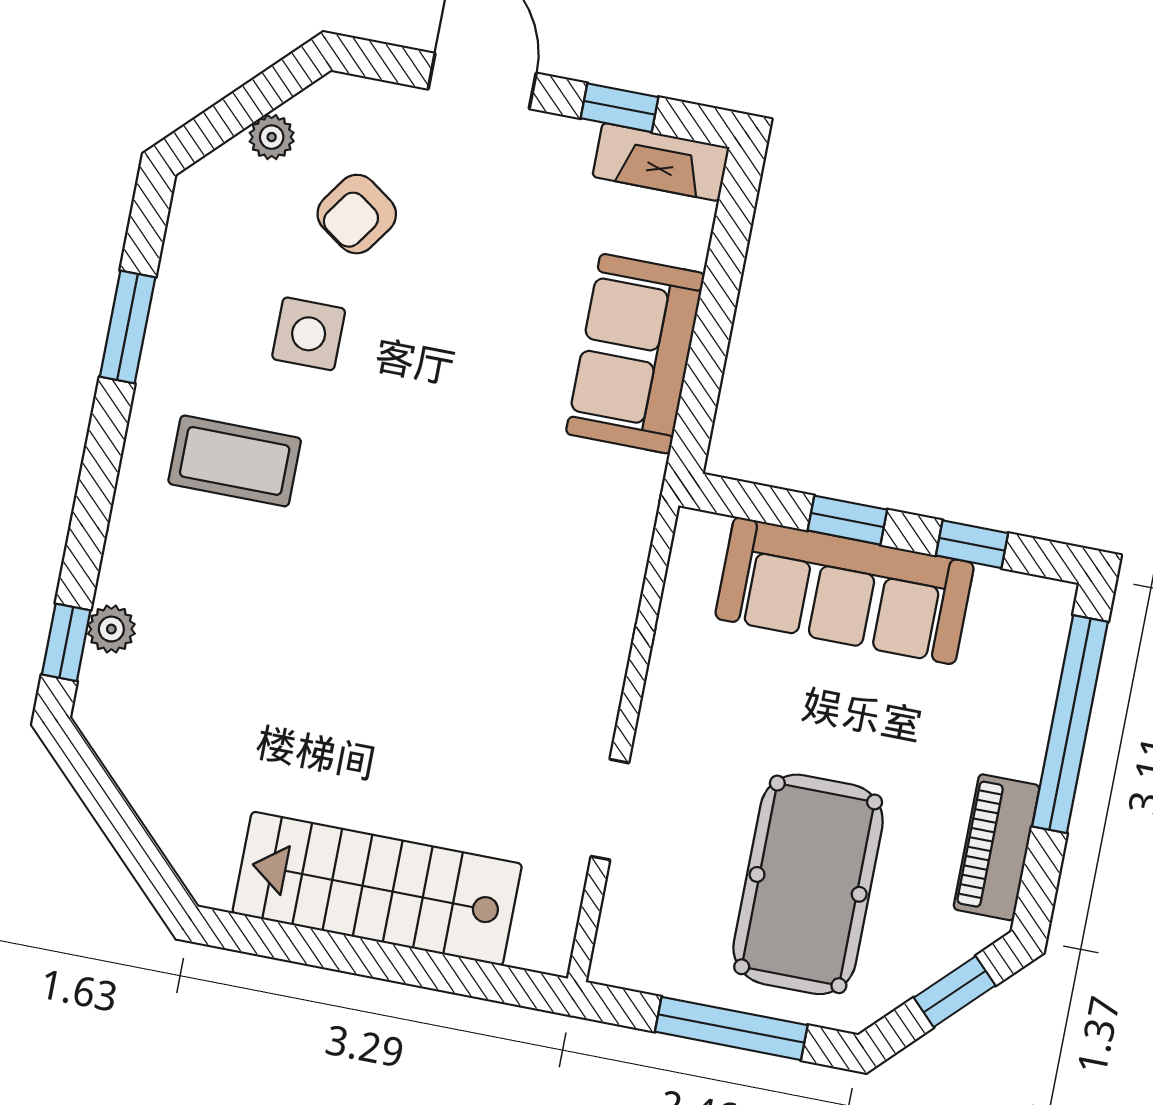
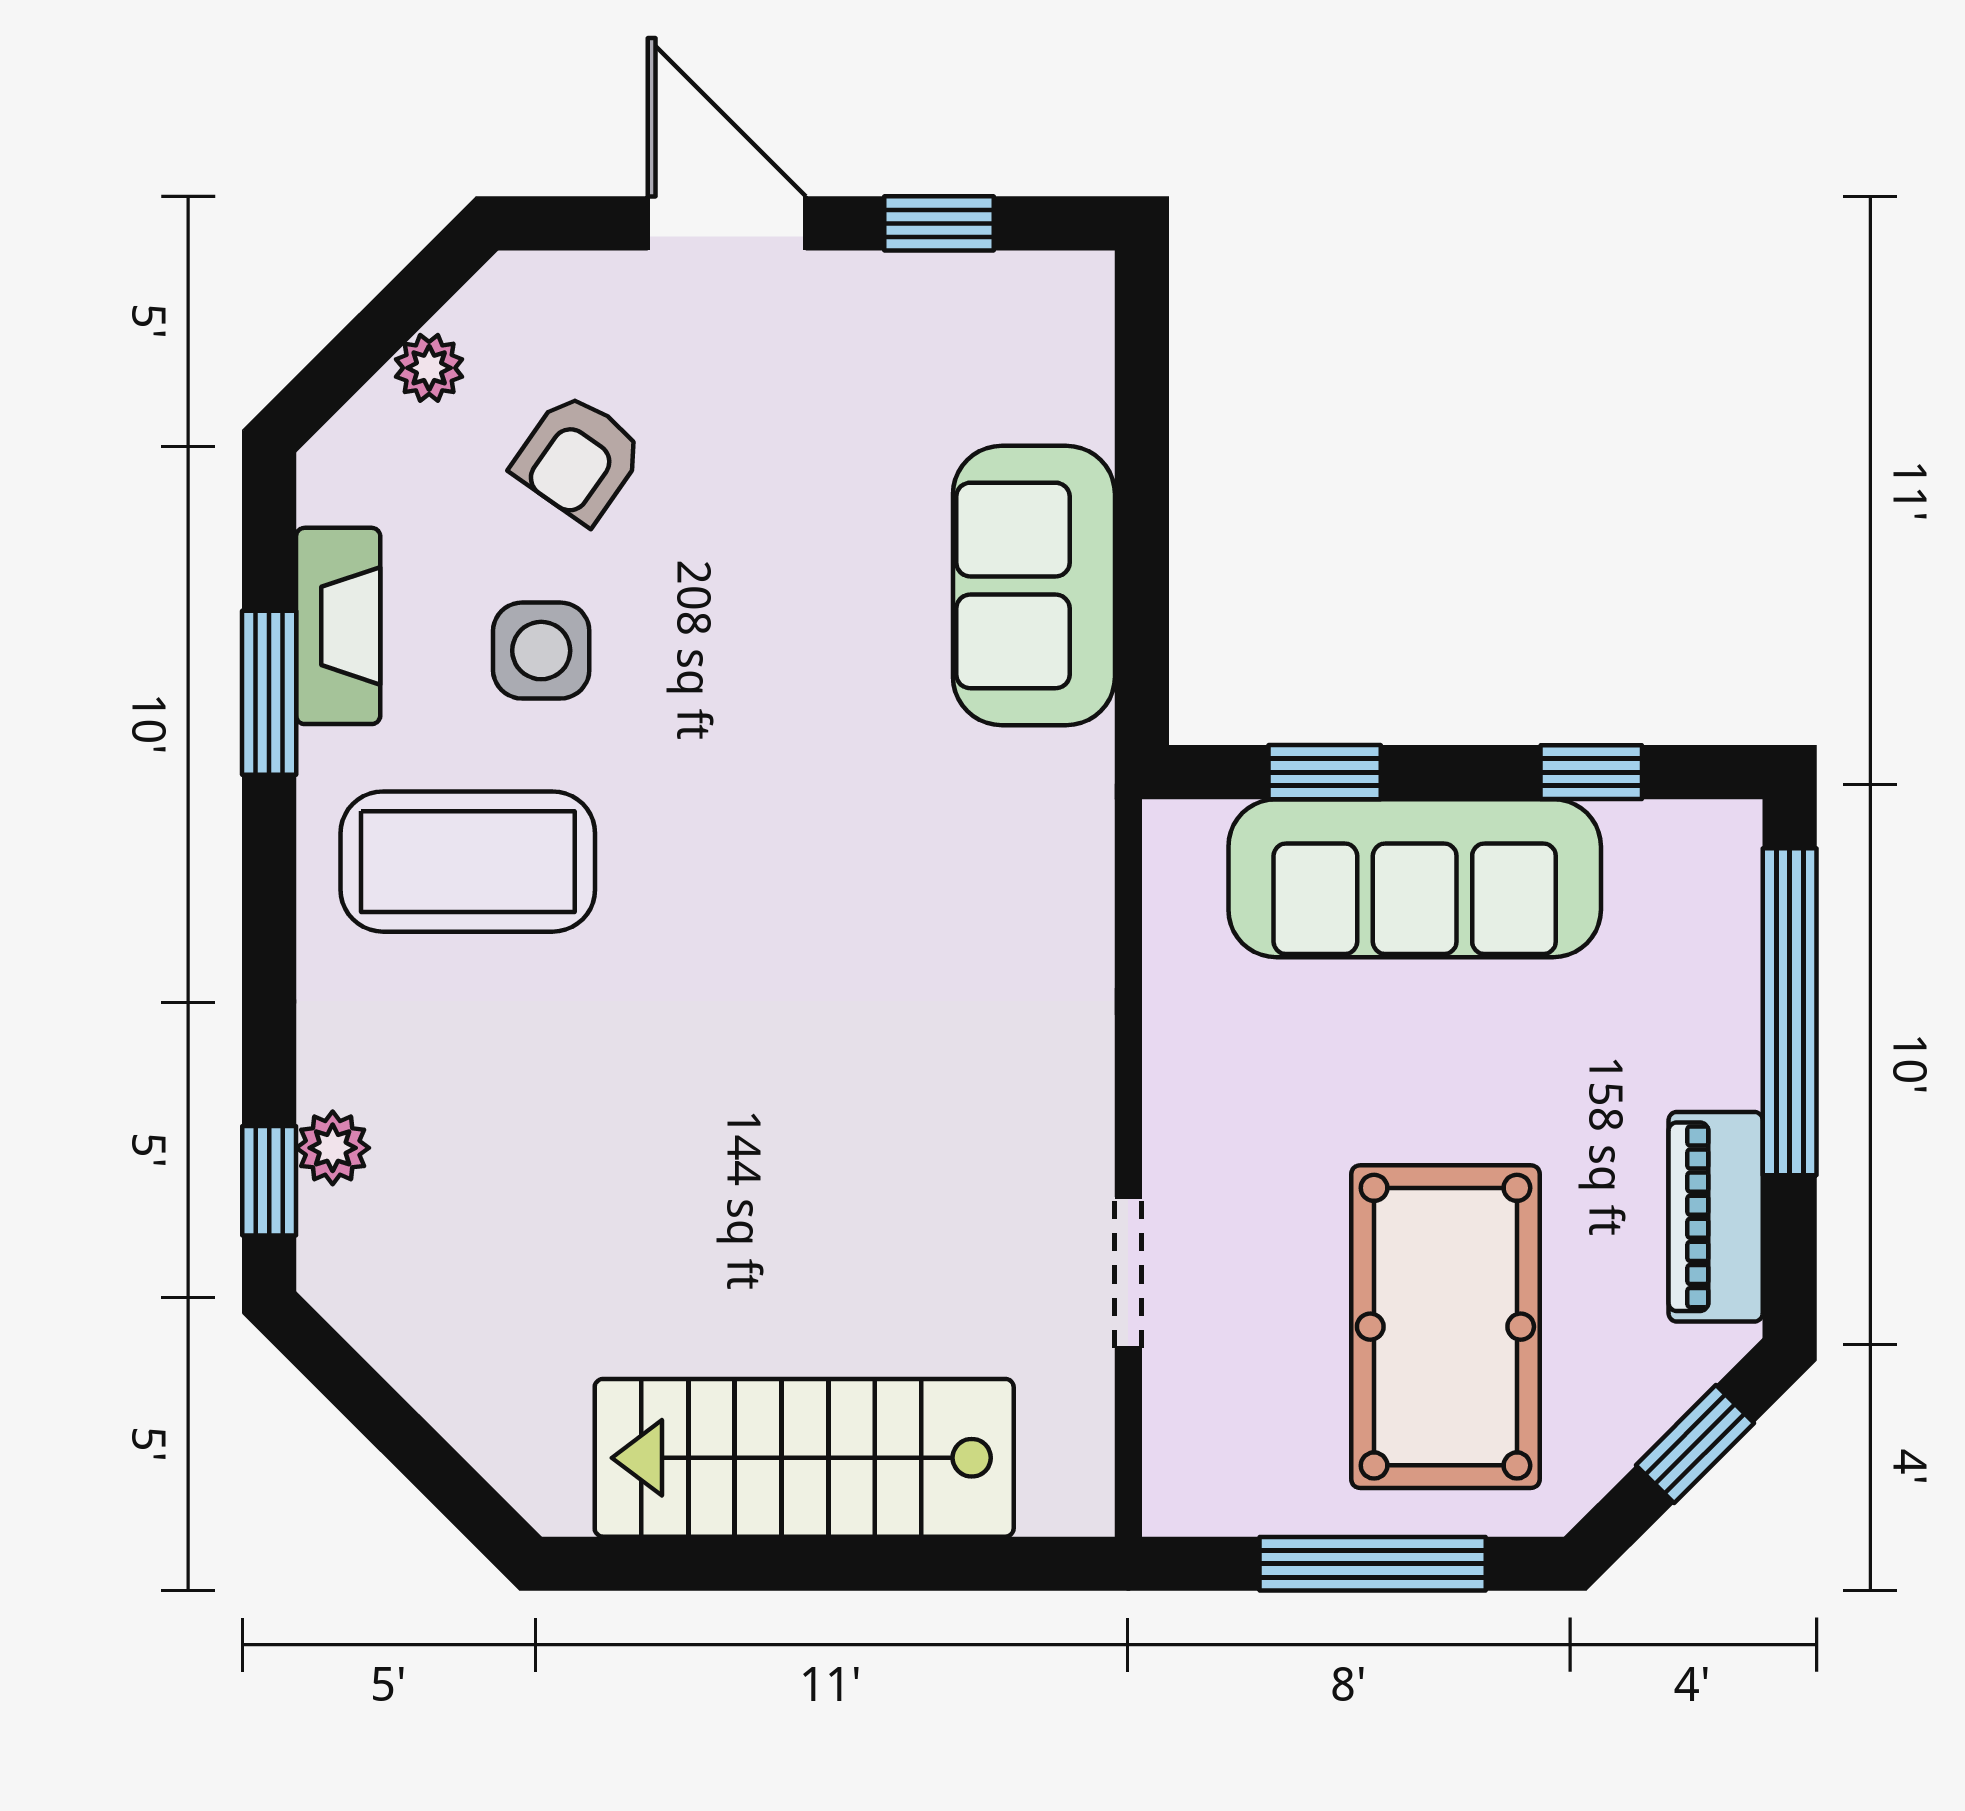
fireplace: (661, 162) -> (338, 626), moved, turned -90
coffee table: (235, 461) -> (468, 862), width x1.36, depth x1.32
window: (847, 520) -> (1325, 772), moved

